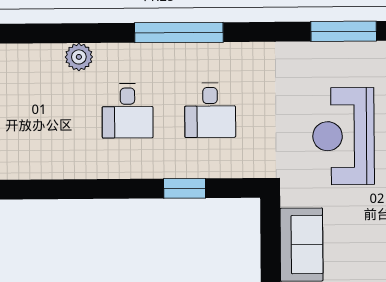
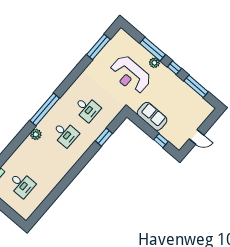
window: (179, 32) -> (45, 109), moved

